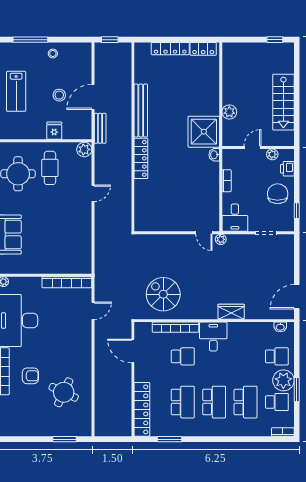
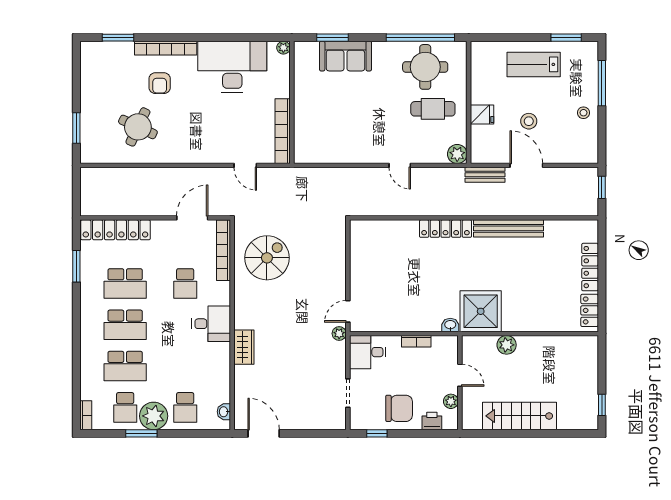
bookcase: (176, 327) -> (224, 250), moved

